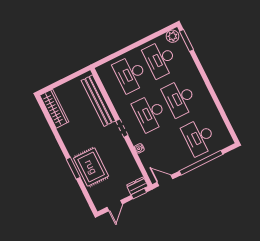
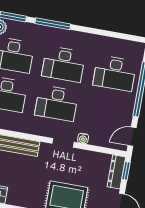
window: (201, 71) -> (53, 24), added
doorway: (122, 128) -> (63, 143), moved
dresser: (137, 186) -> (116, 172), width x1.44

